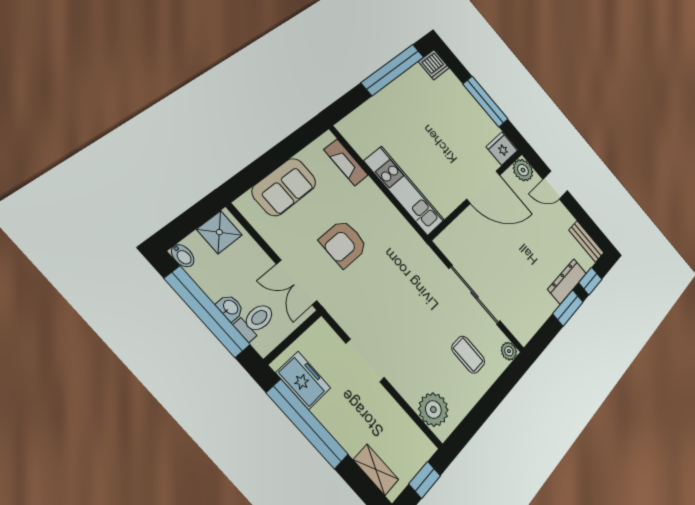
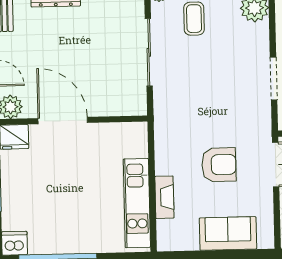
fireplace: (346, 162) -> (164, 197), moved
kitchen unit: (404, 191) -> (137, 203), moved

